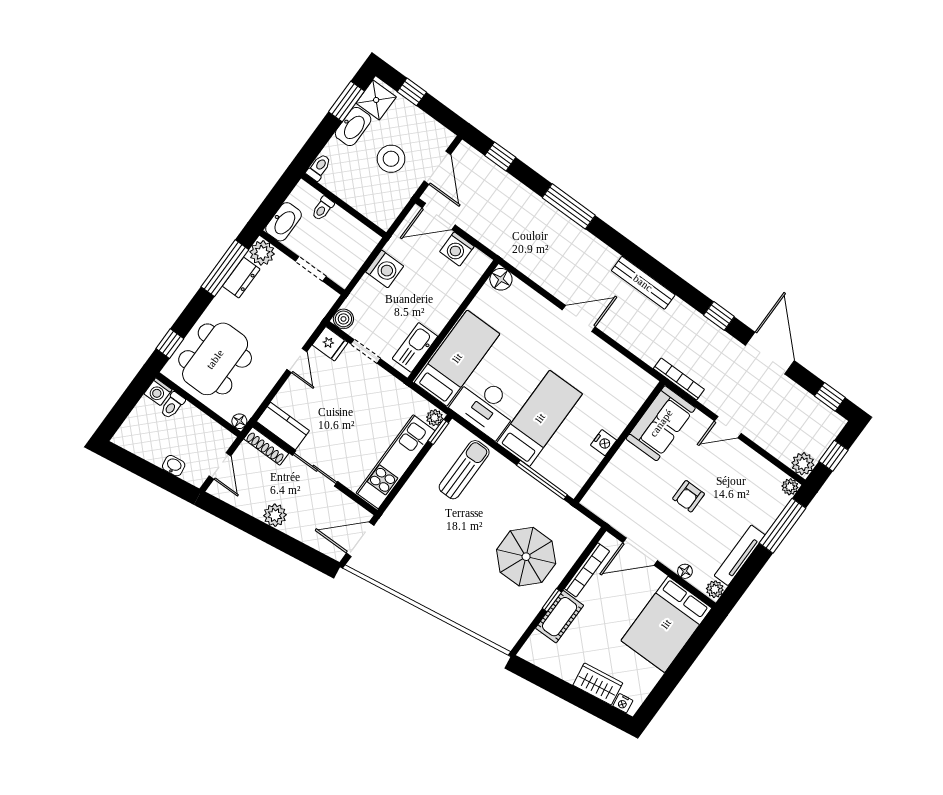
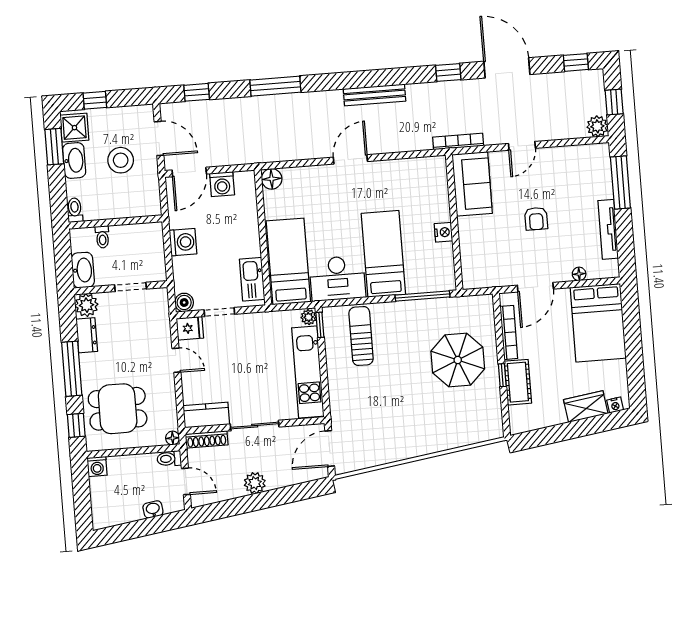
window: (225, 268) -> (72, 369), moved
dining table: (215, 359) -> (118, 409), width x0.73
toilet: (172, 405) -> (169, 459), moved, turned 90
plant: (790, 487) -> (602, 150), removed
plant: (715, 589) -> (611, 268), removed

